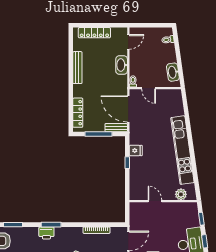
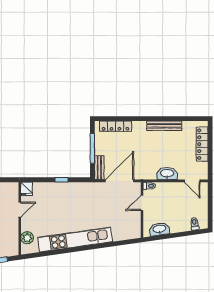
fridge: (136, 150) -> (27, 189), moved

